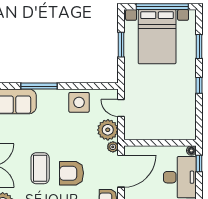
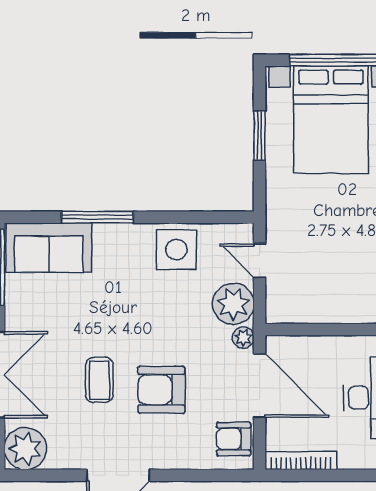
coffee table: (40, 168) -> (99, 380), width x0.73, depth x0.77
door: (121, 171) -> (260, 386), hinge flipped

